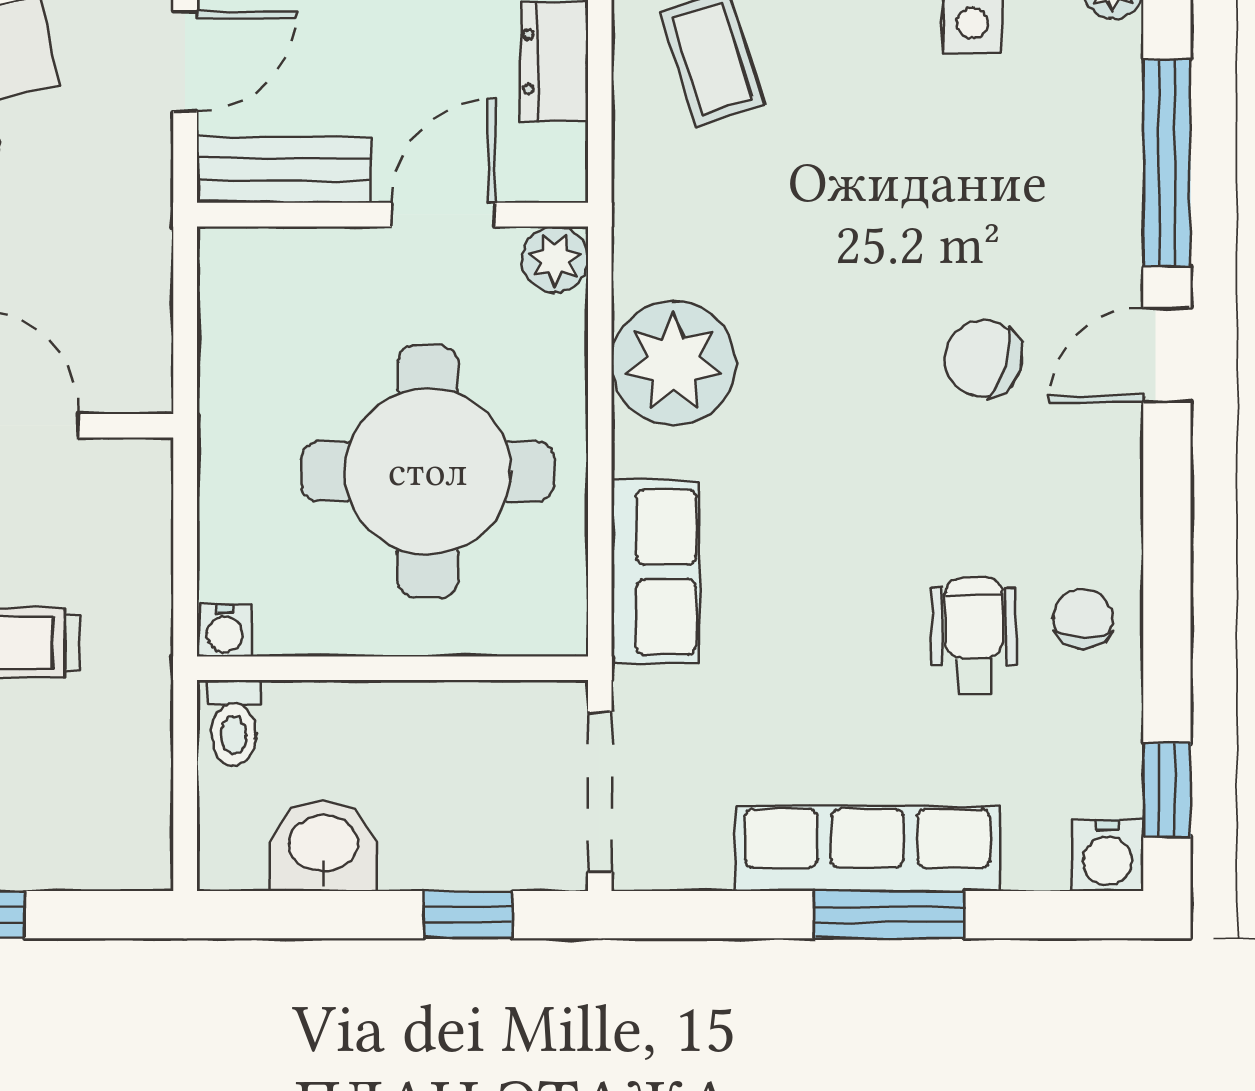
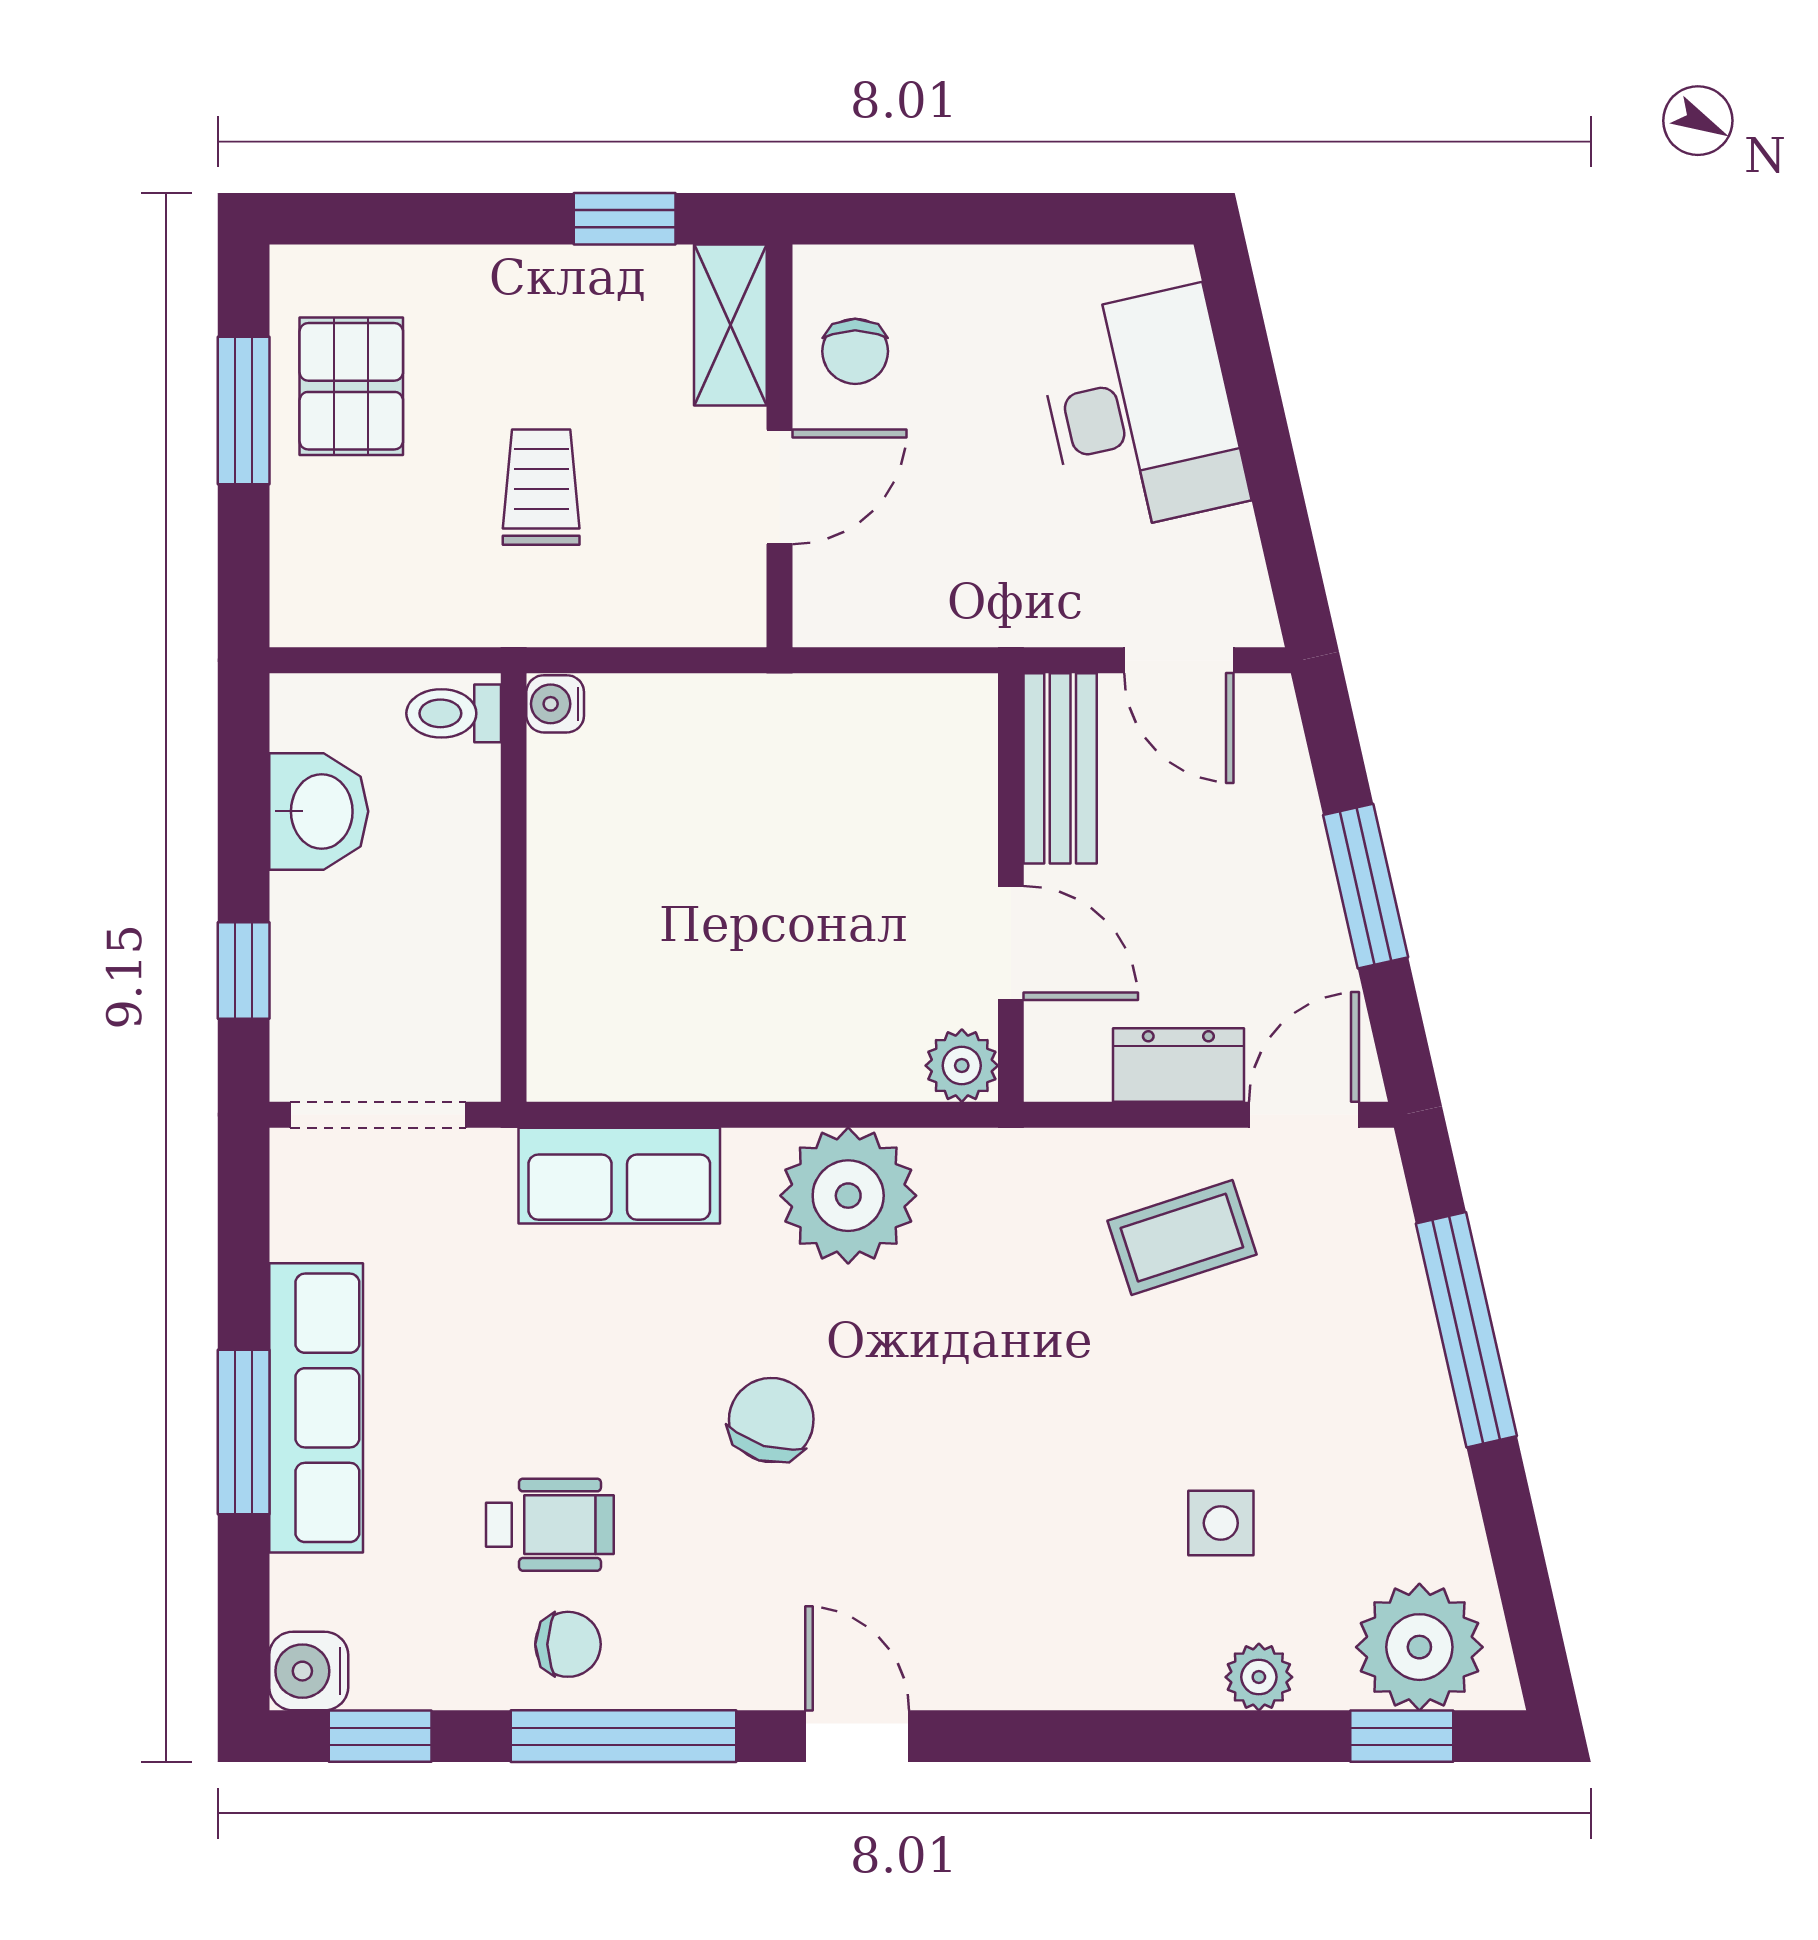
window: (1167, 163) -> (623, 1736), moved
chair: (983, 358) -> (771, 1420), moved
round table: (428, 471) -> (729, 926), removed

